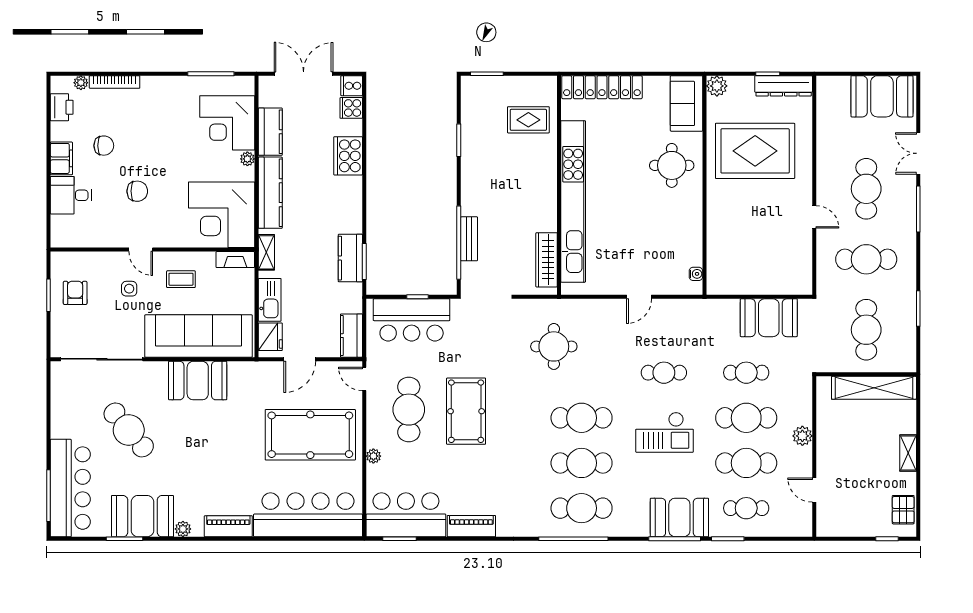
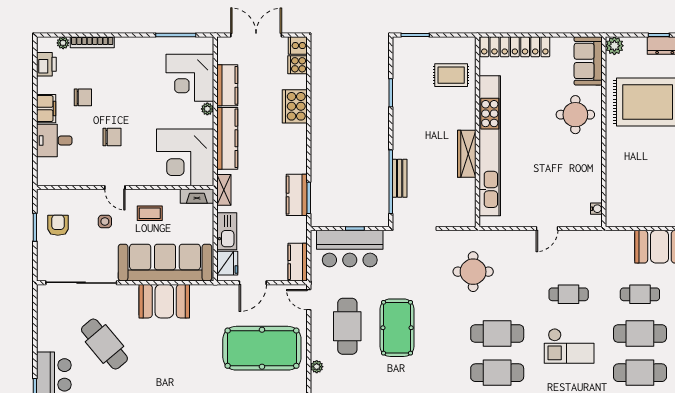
wardrobe: (547, 260) -> (467, 154), moved

